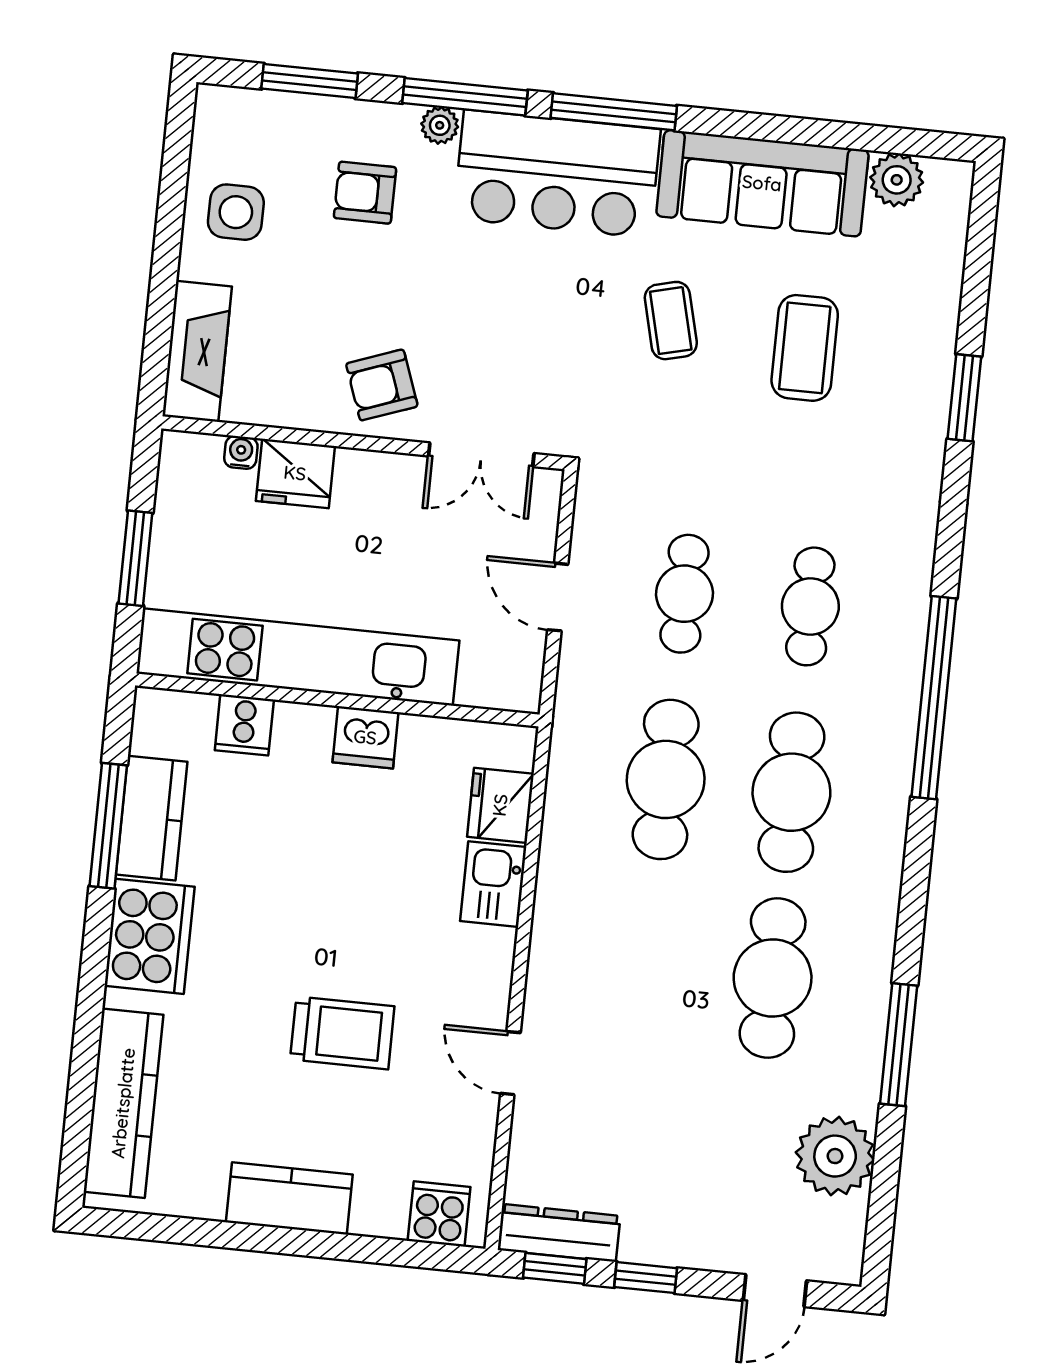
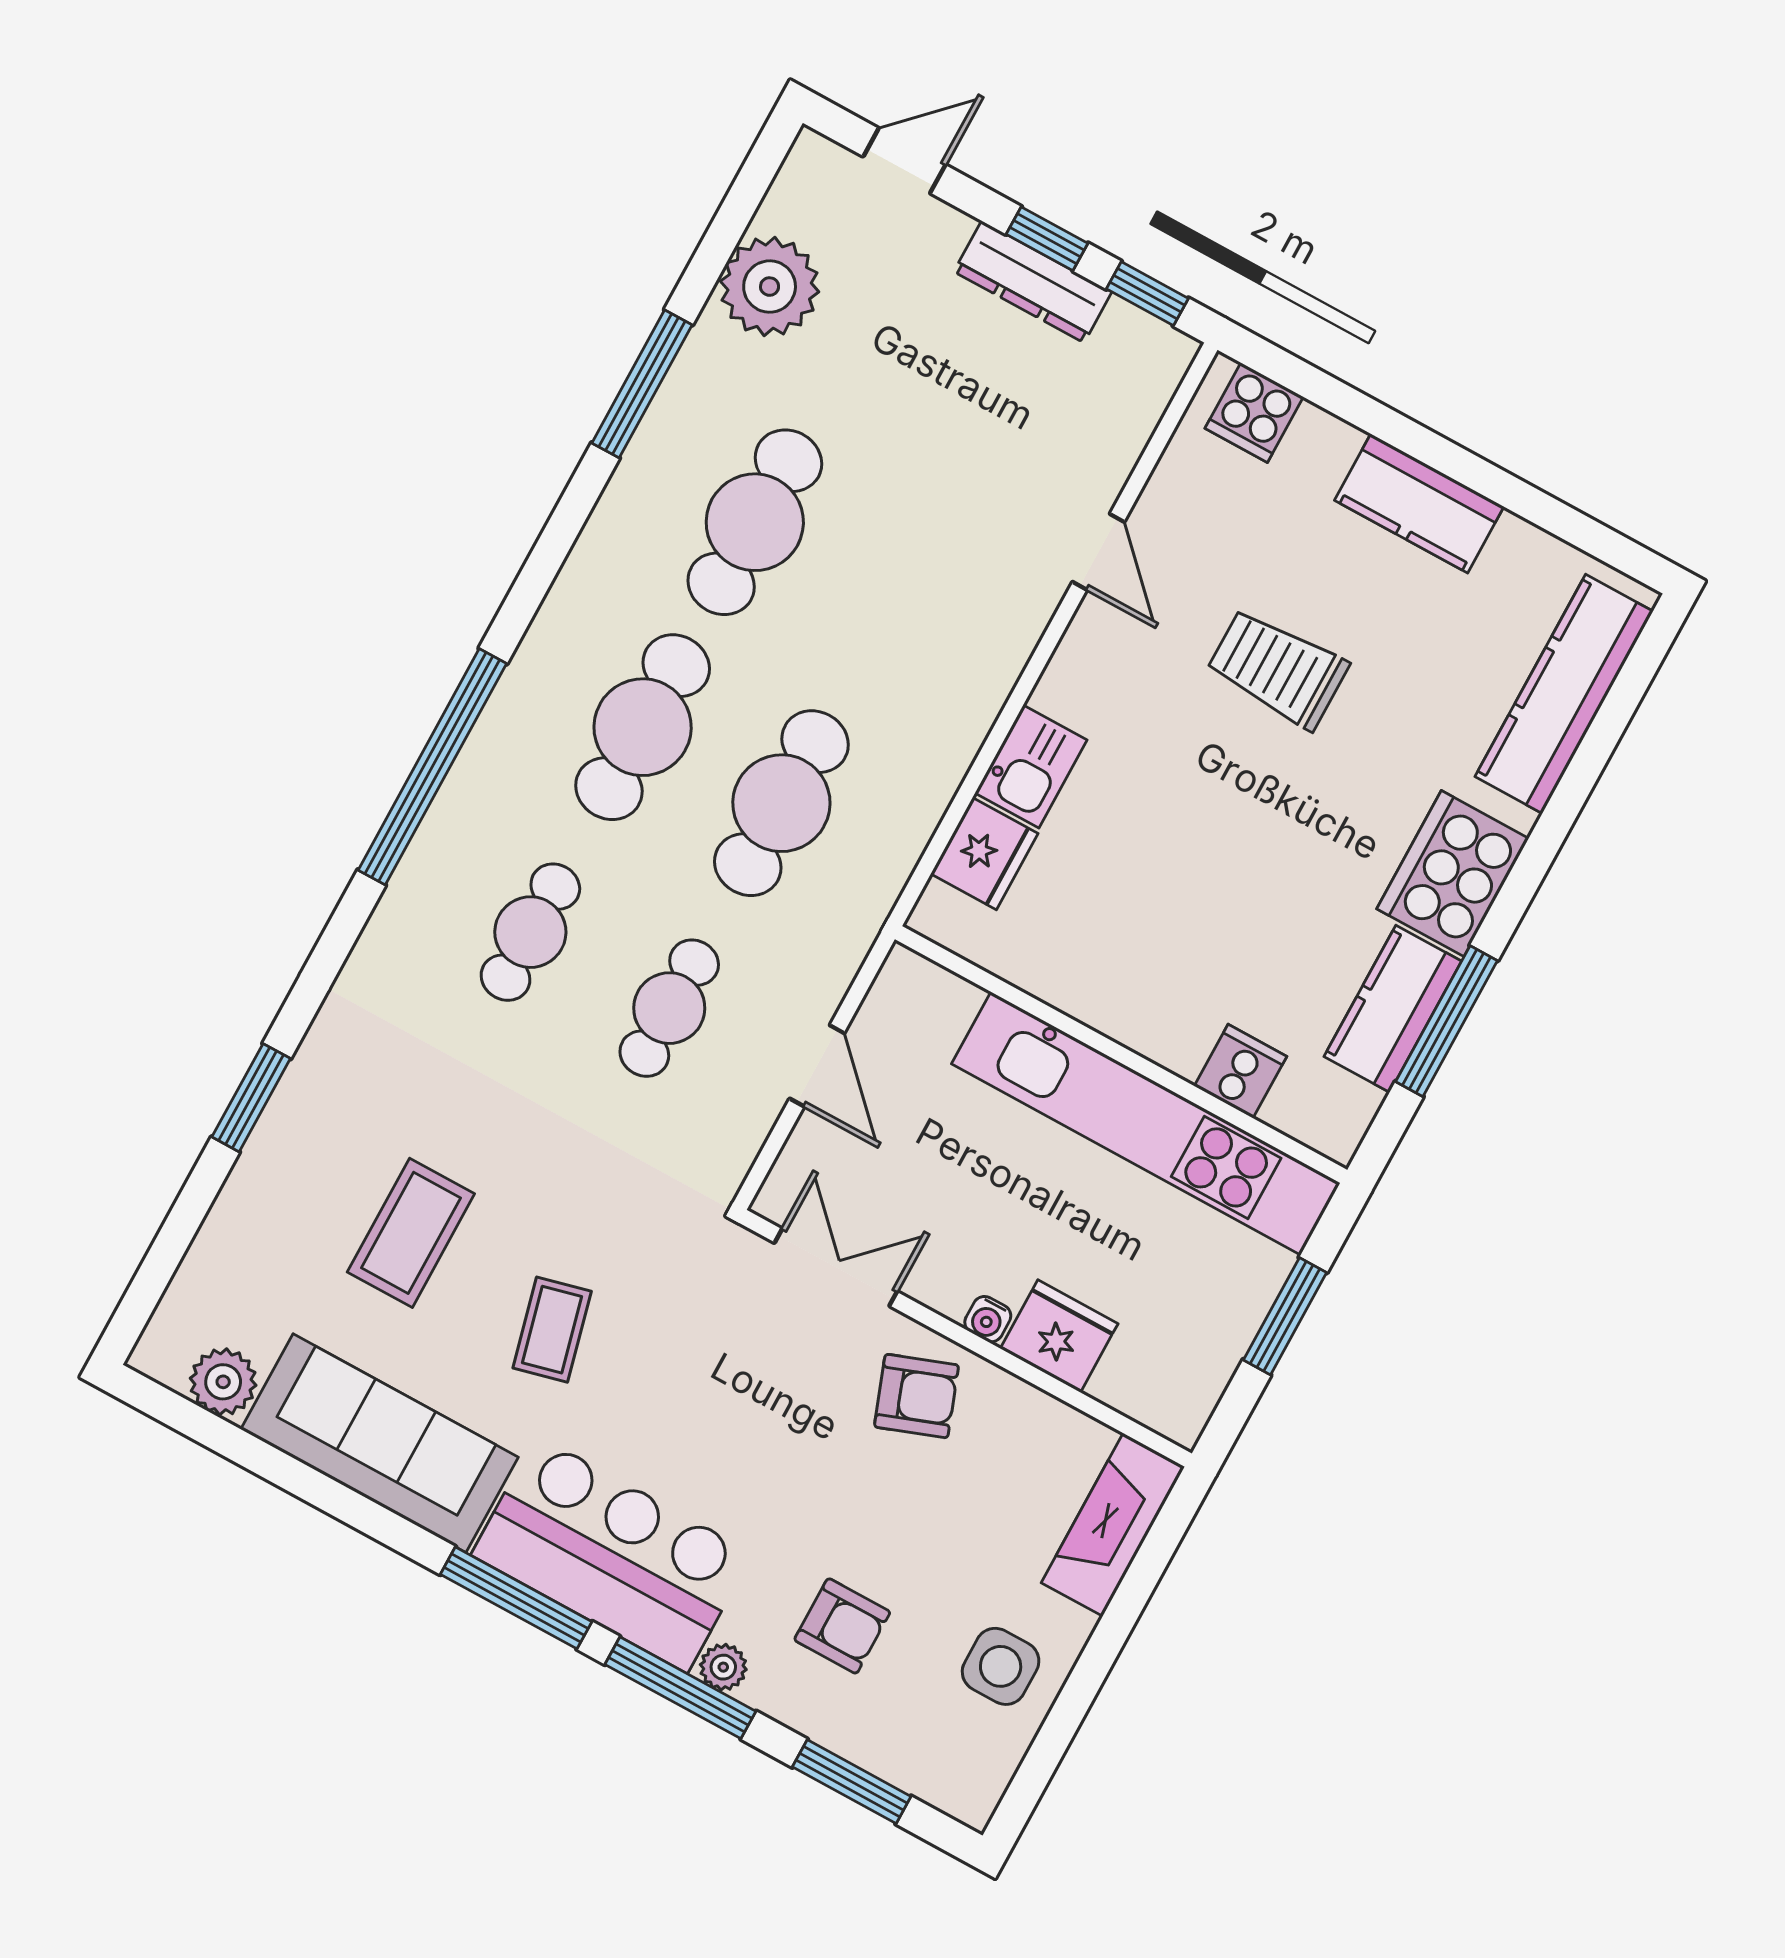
water cooler: (241, 452) -> (988, 1319), moved
dishwasher: (365, 737) -> (1107, 998), removed
dresser: (559, 1233) -> (1033, 282), moved

